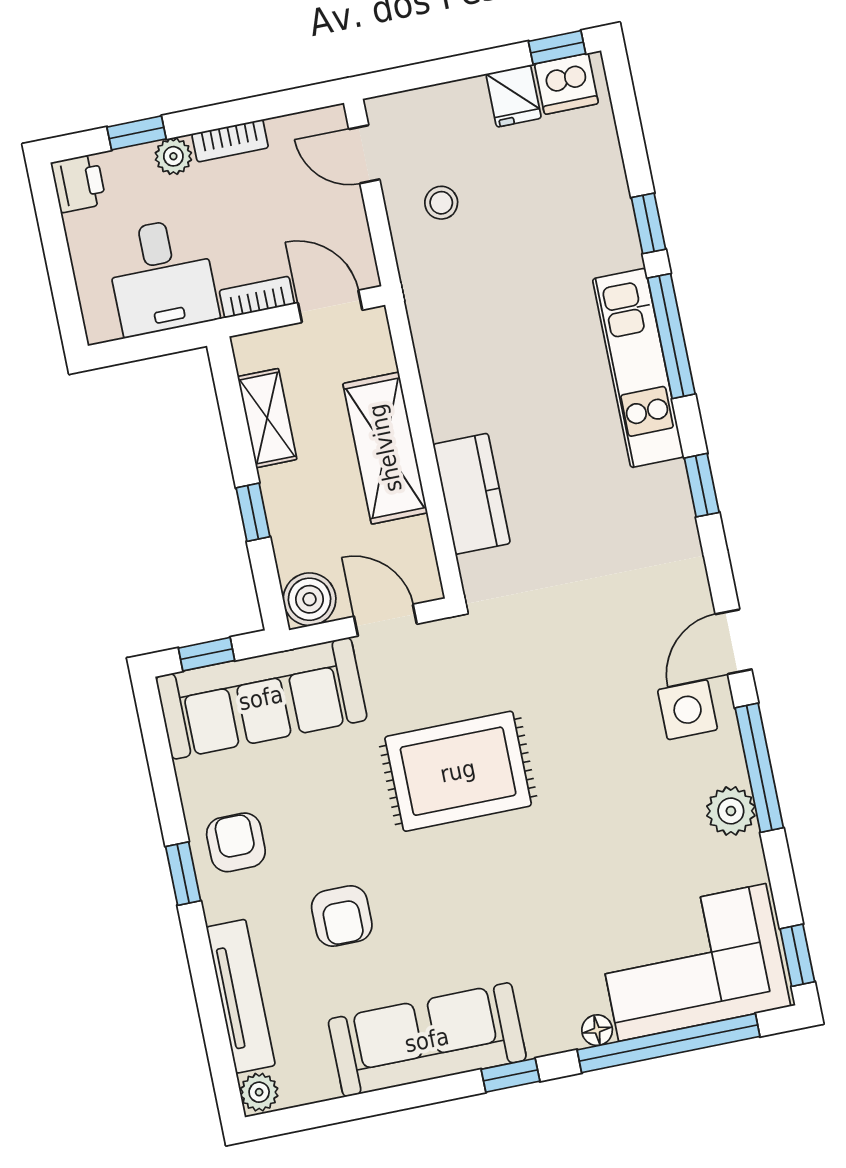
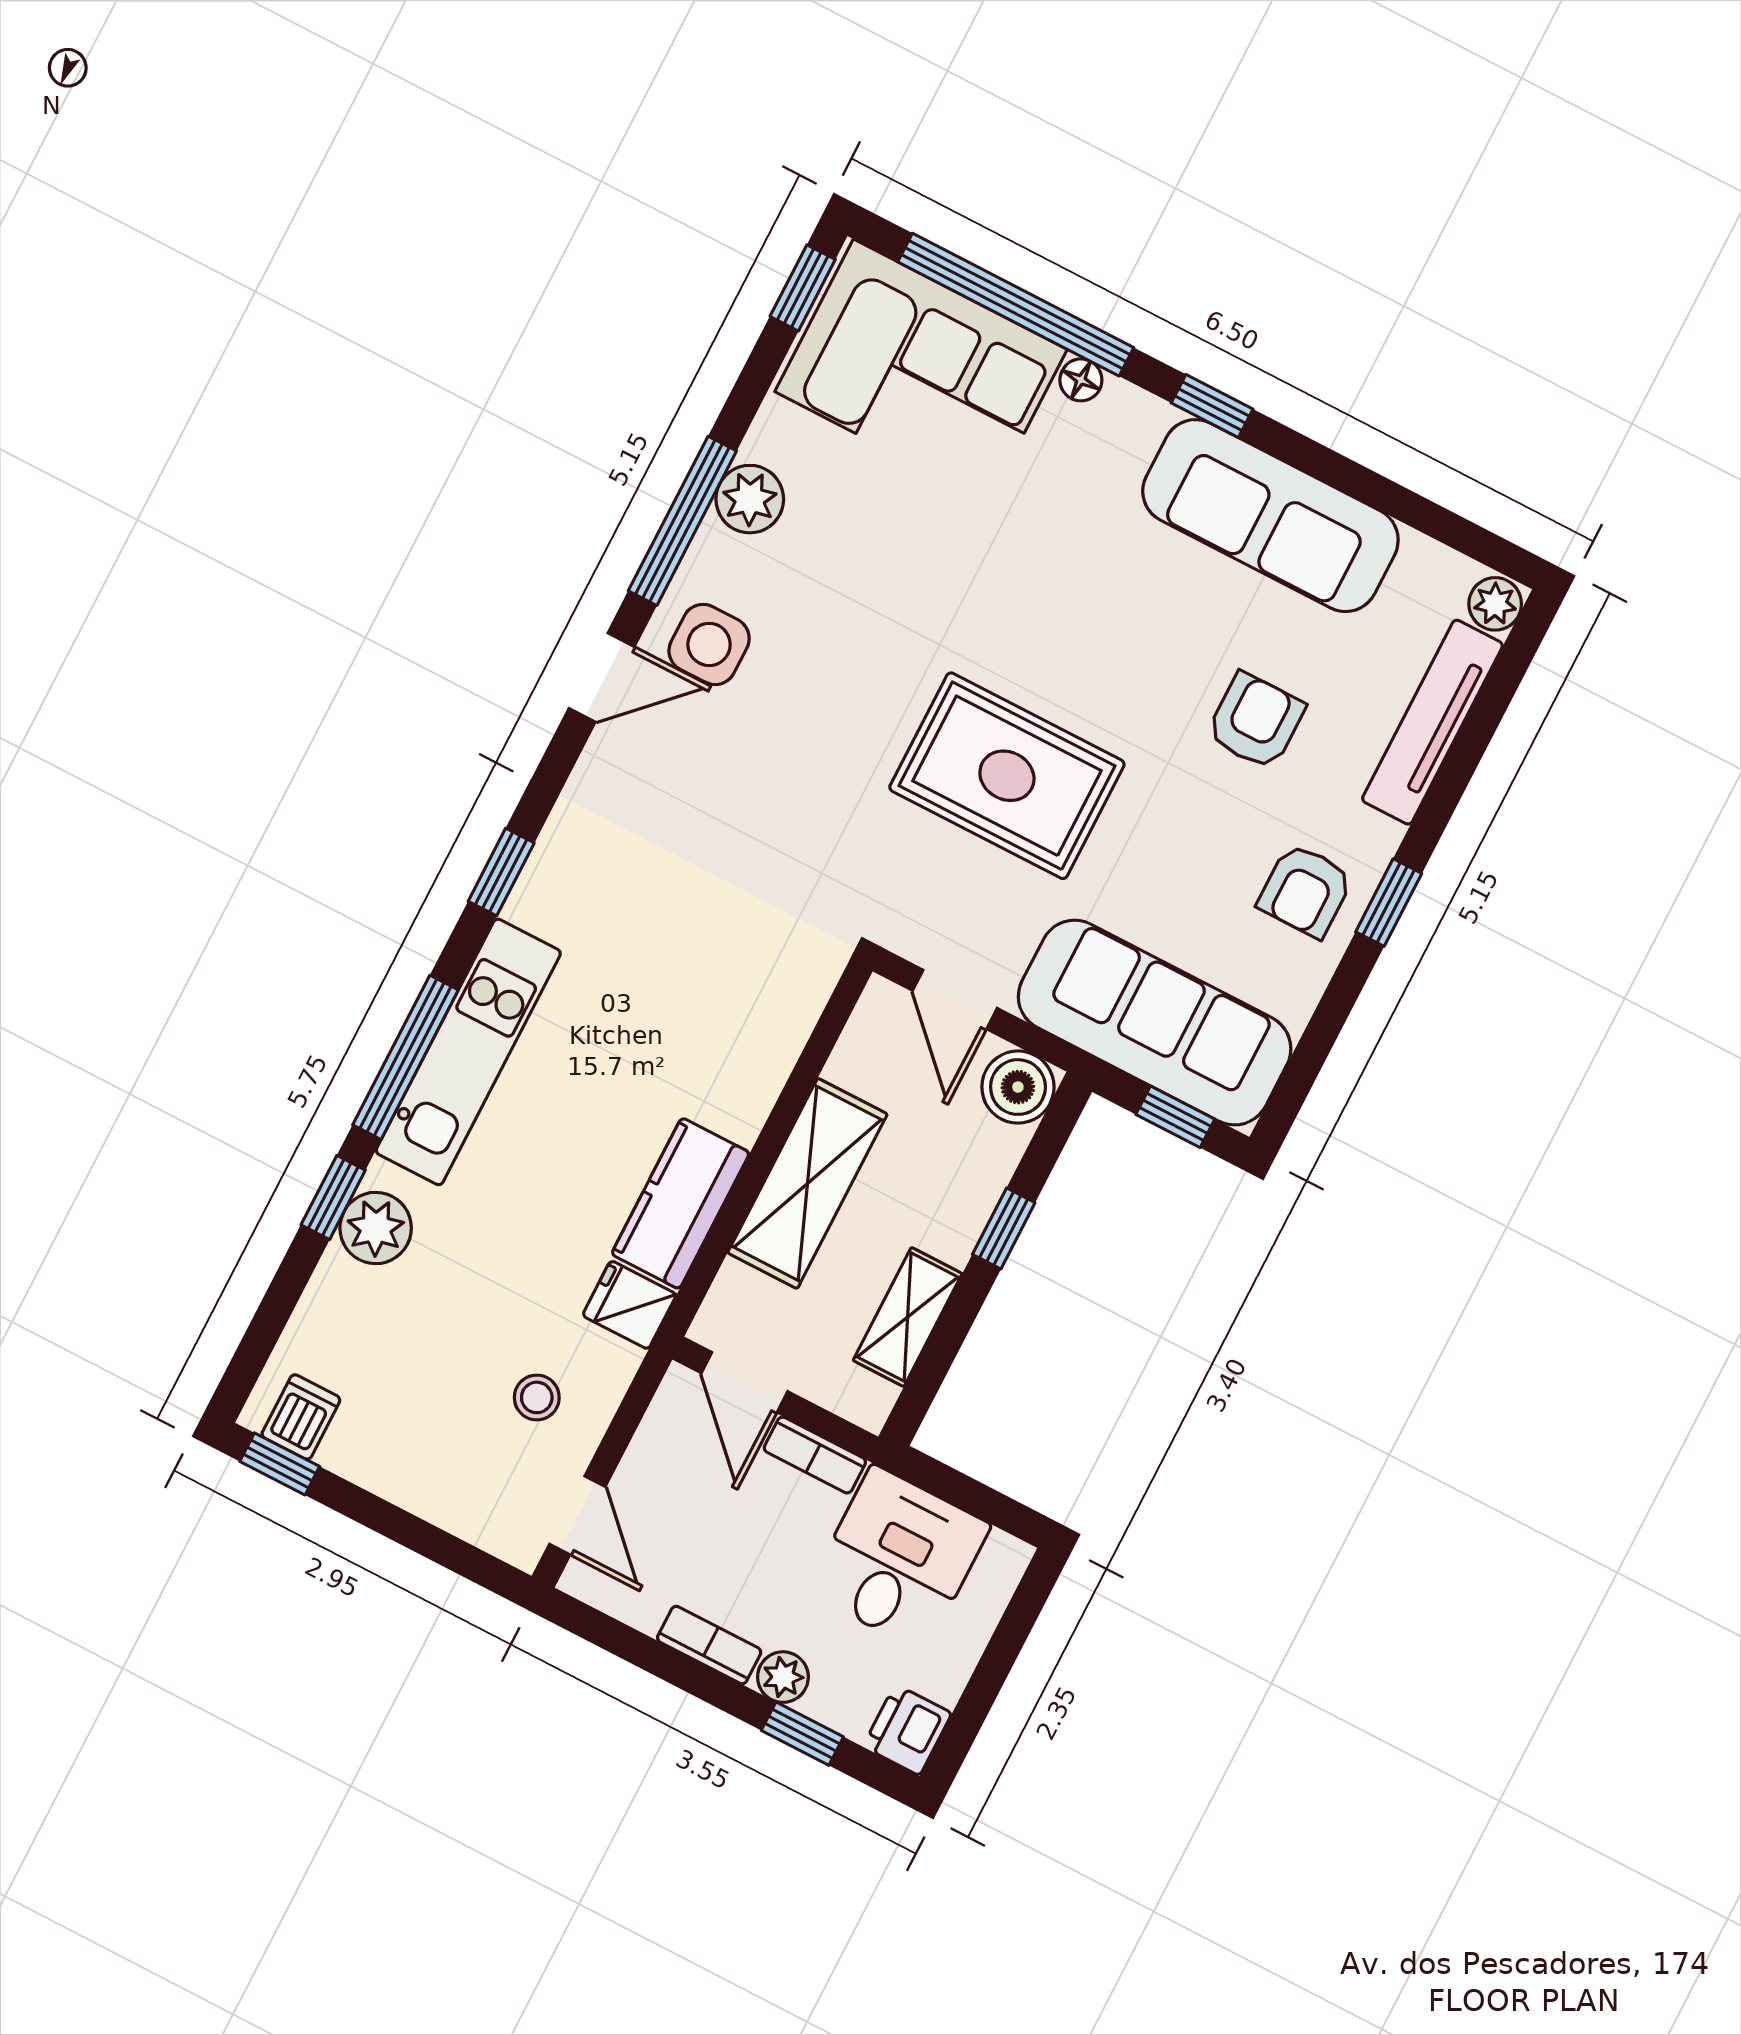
dishwasher: (566, 84) -> (301, 1417), width x0.73
fridge: (514, 96) -> (629, 1305), moved, turned -90
plant: (610, 225) -> (376, 1228), added
kitchen counter: (472, 494) -> (681, 1203), moved

